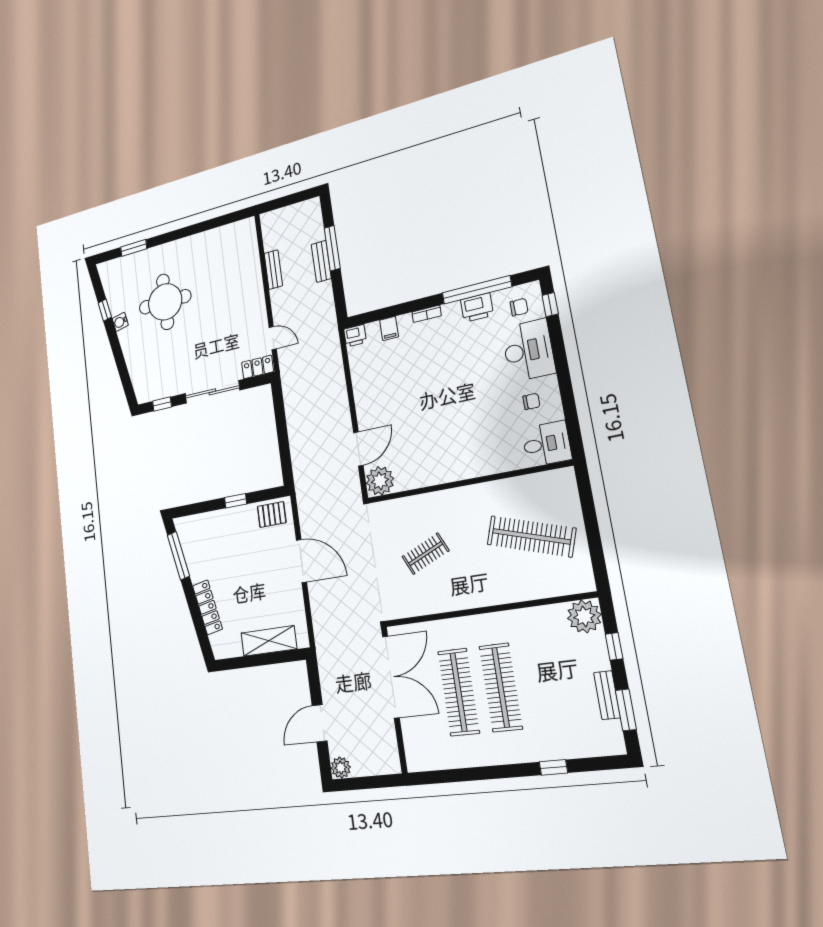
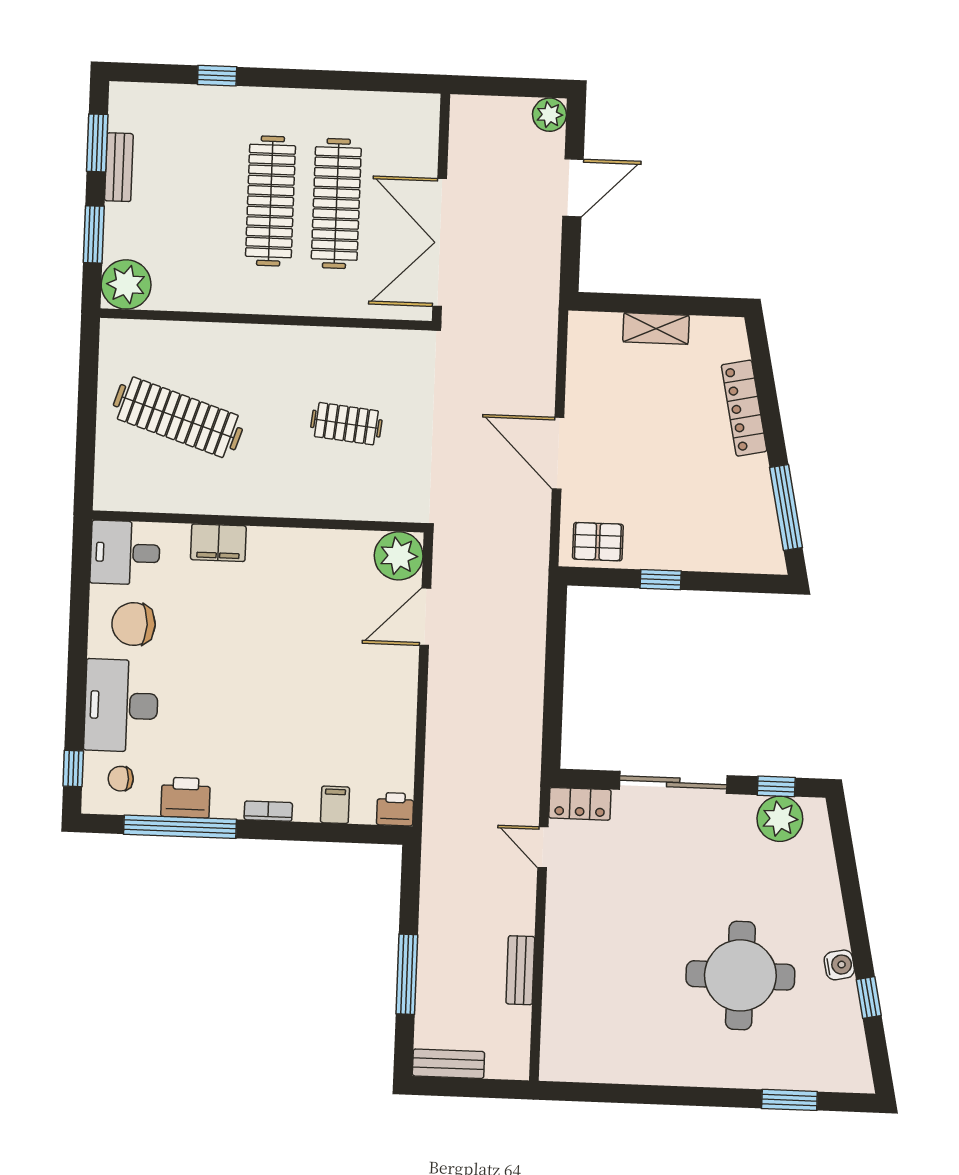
bench: (321, 261) -> (448, 1064), moved, turned 90
plant: (158, 388) -> (780, 819), added
chair: (531, 401) -> (134, 624), width x1.87, depth x1.87
filing cabinet: (489, 464) -> (218, 543), added
clothes rail: (426, 554) -> (346, 424), turned 30
shelving: (269, 641) -> (656, 329), width x0.67, depth x0.75
window: (614, 646) -> (94, 234), width x1.50

